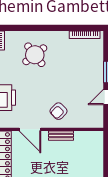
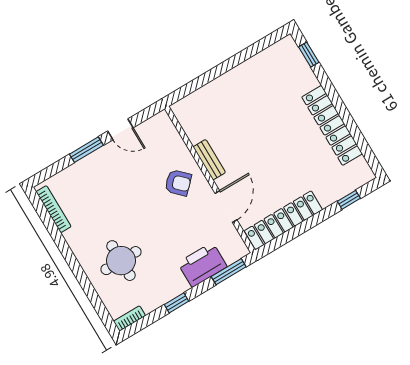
round table: (35, 55) -> (121, 261), turned 38

